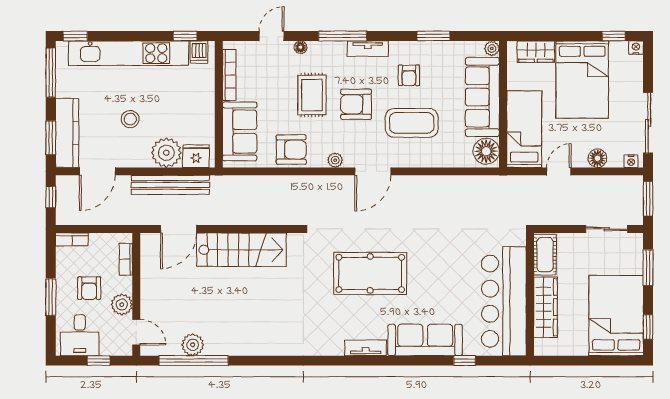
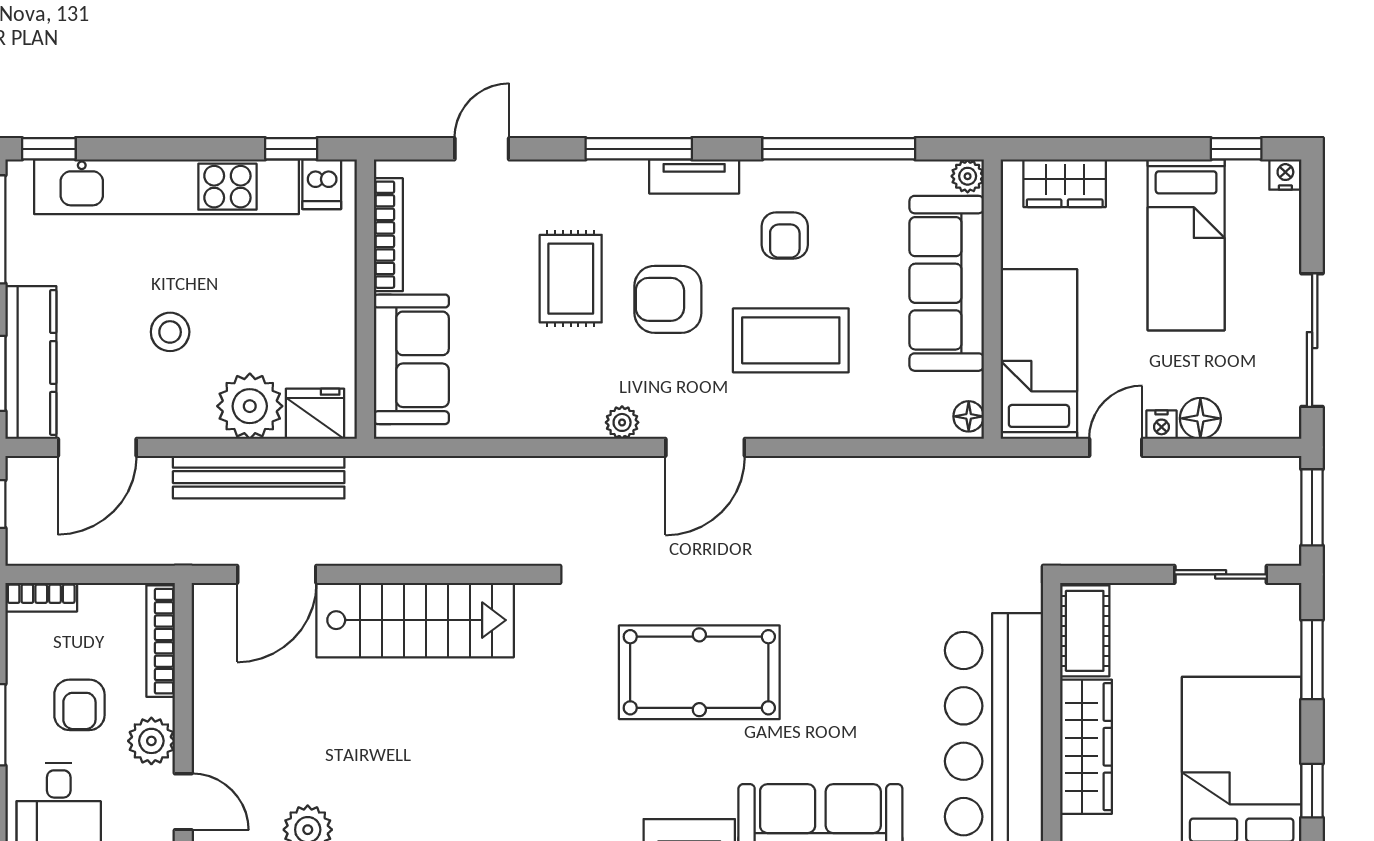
window: (433, 36) -> (839, 149), width x2.11
floor lamp: (301, 47) -> (546, 173), removed
bed: (582, 80) -> (1186, 245), width x0.67
armchair: (291, 150) -> (525, 399), removed
floor lamp: (486, 151) -> (969, 416), width x0.53, depth x0.53
nightstand: (631, 161) -> (1162, 425), moved
bookcase: (126, 259) -> (161, 641), width x1.56

